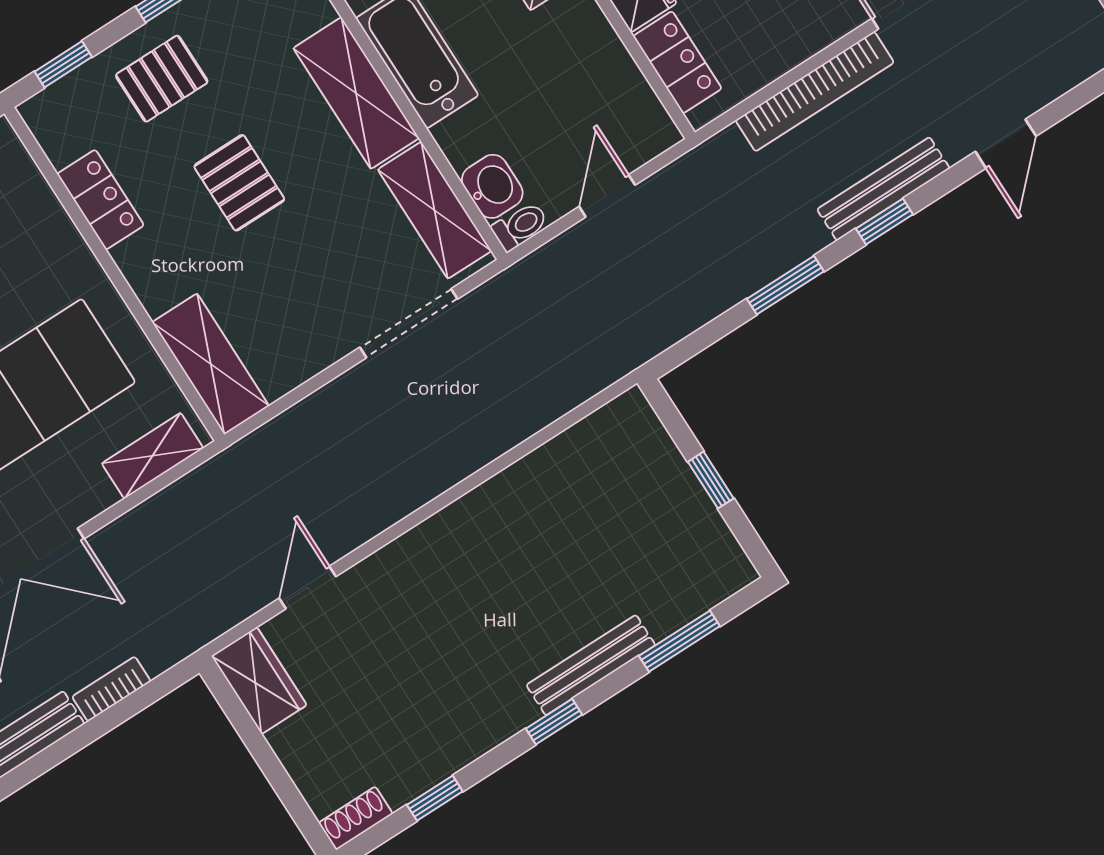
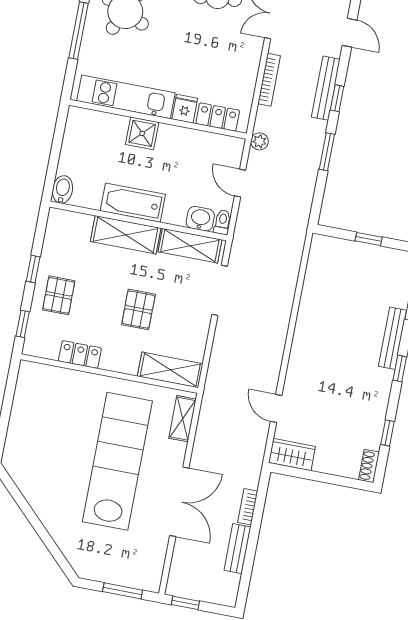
bookcase: (815, 91) -> (269, 80), width x0.68, depth x0.76
plant: (701, 164) -> (259, 141), added
pallet: (239, 183) -> (138, 309), moved, turned 90

